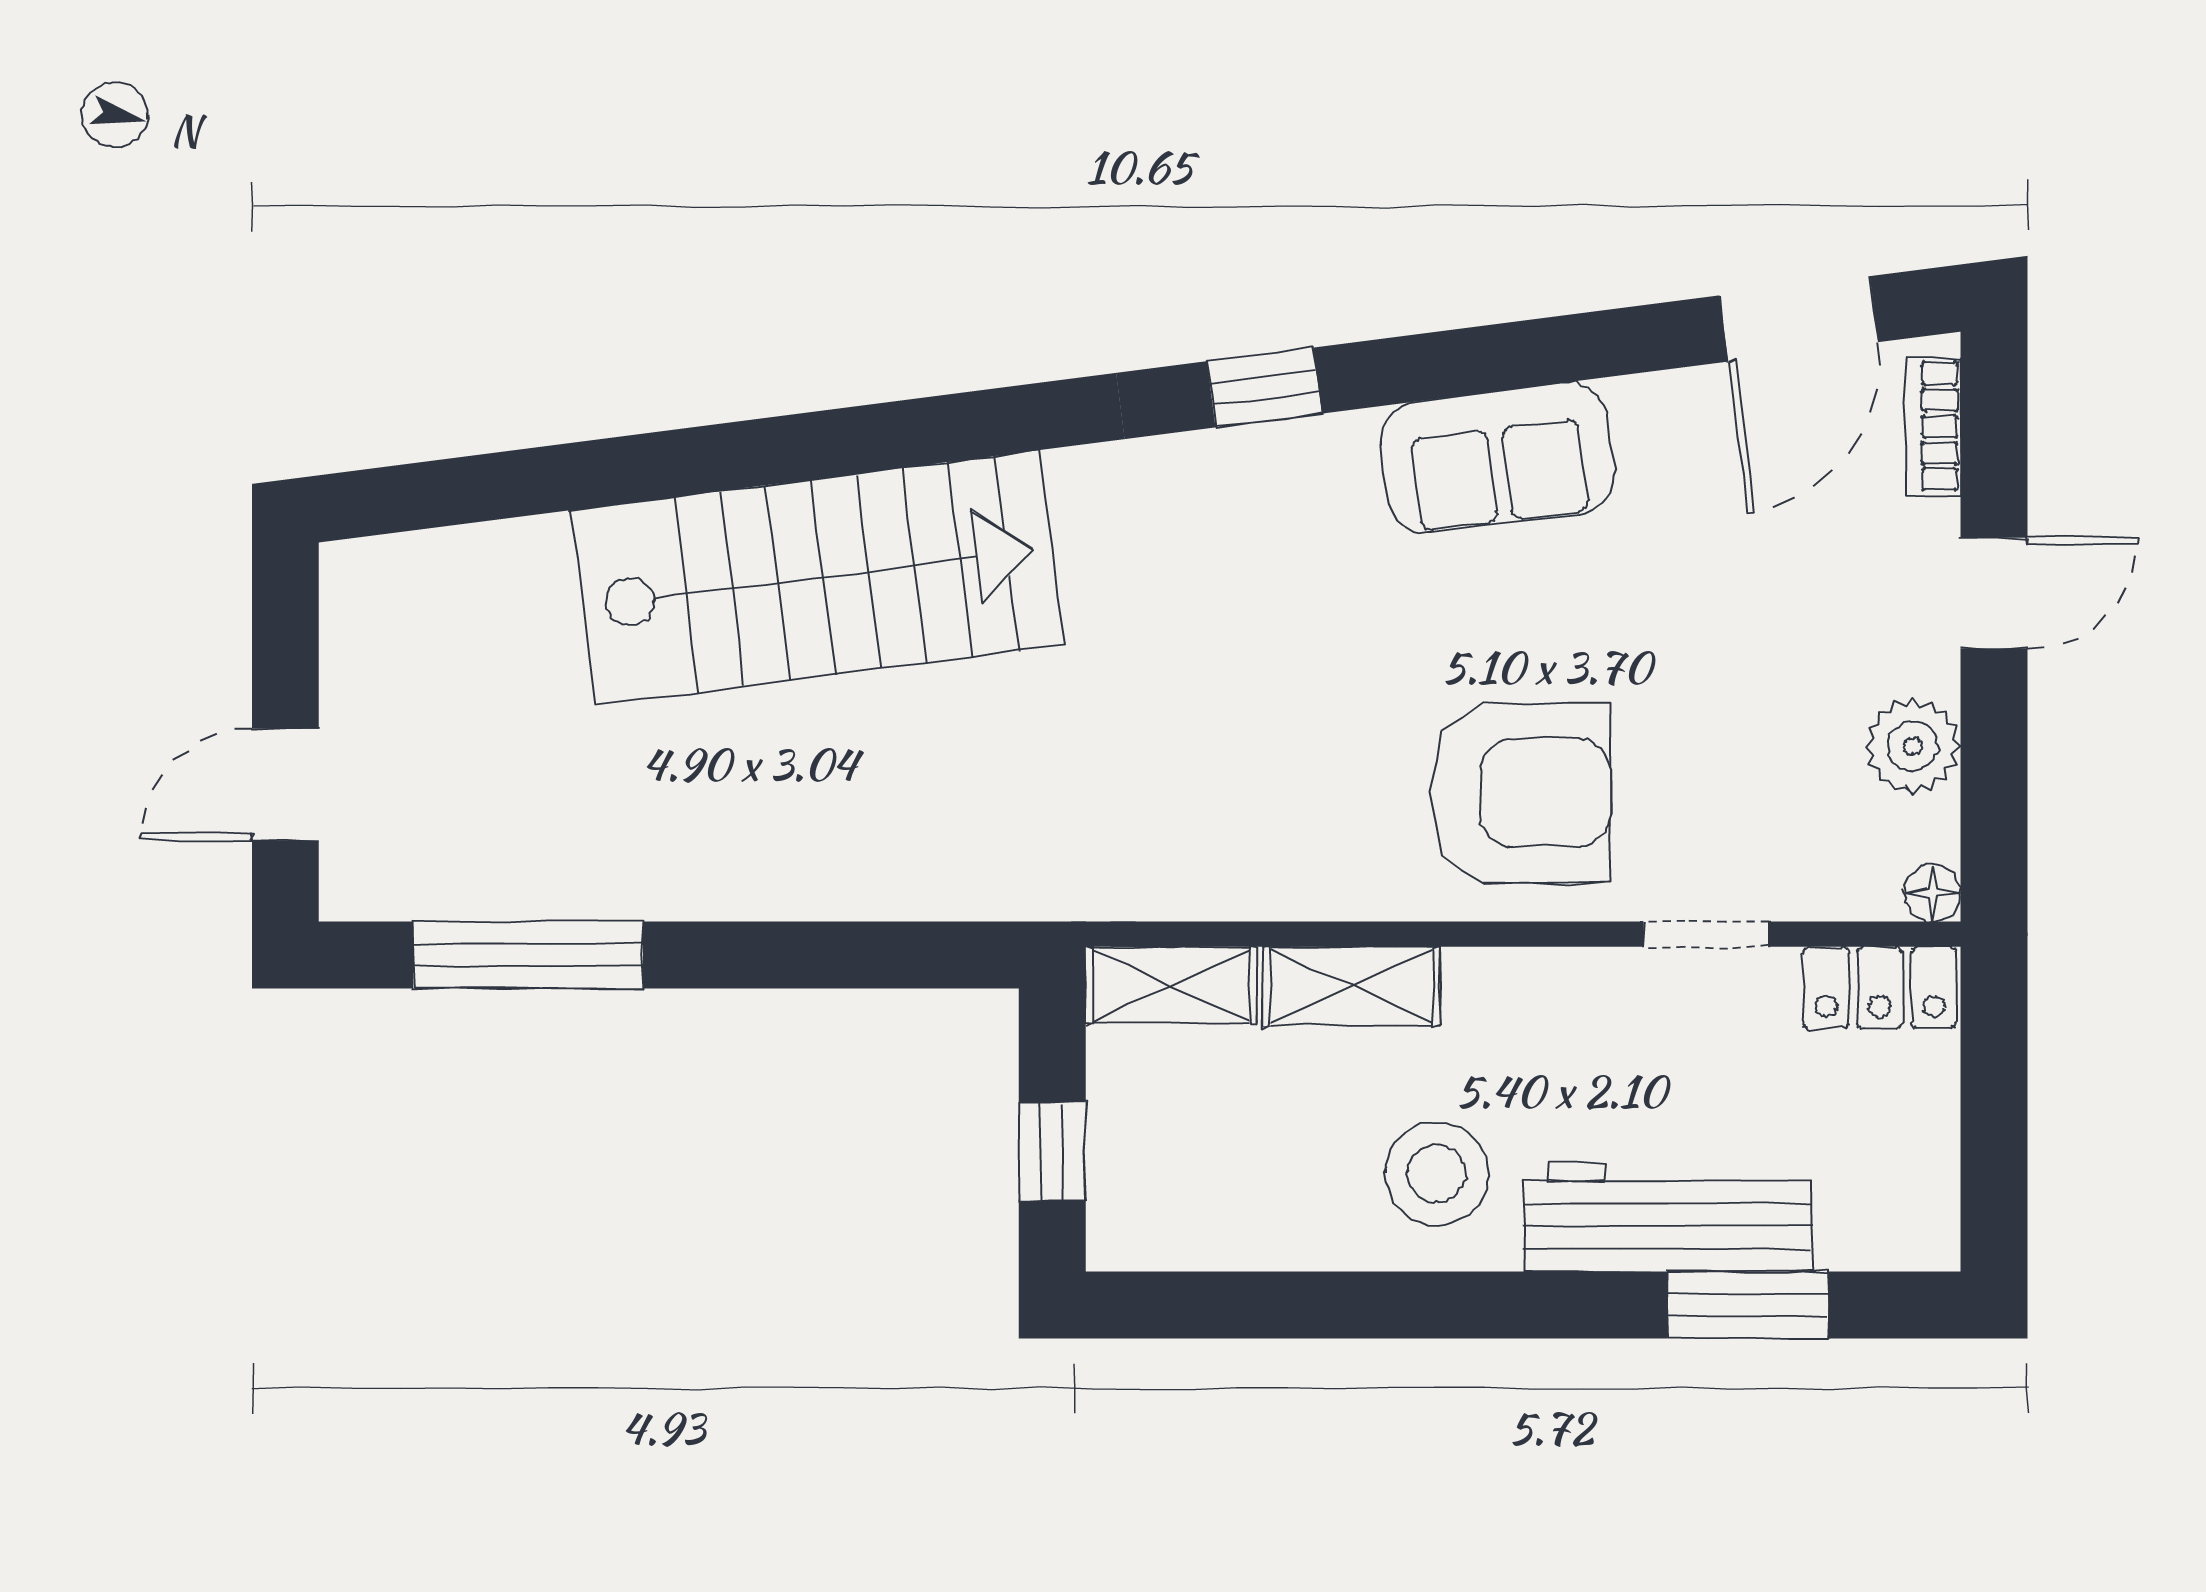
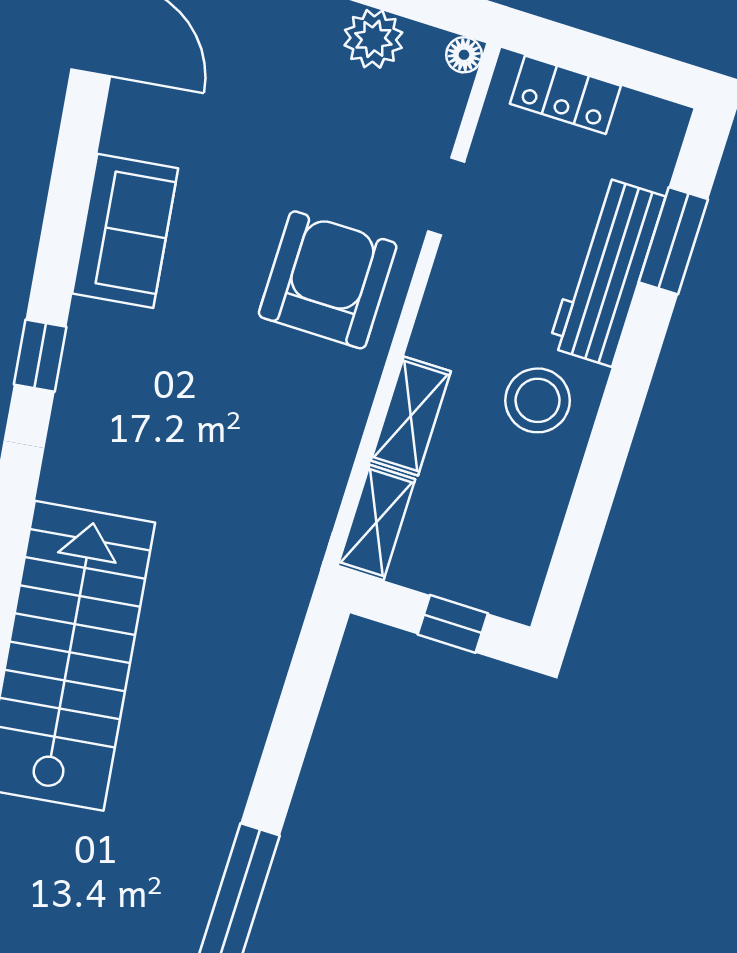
locker: (1880, 988) -> (565, 95), moved, turned 90

